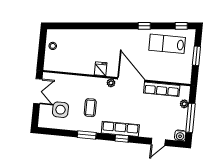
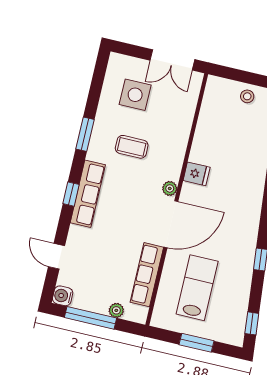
lab bench: (167, 44) -> (197, 288), moved

